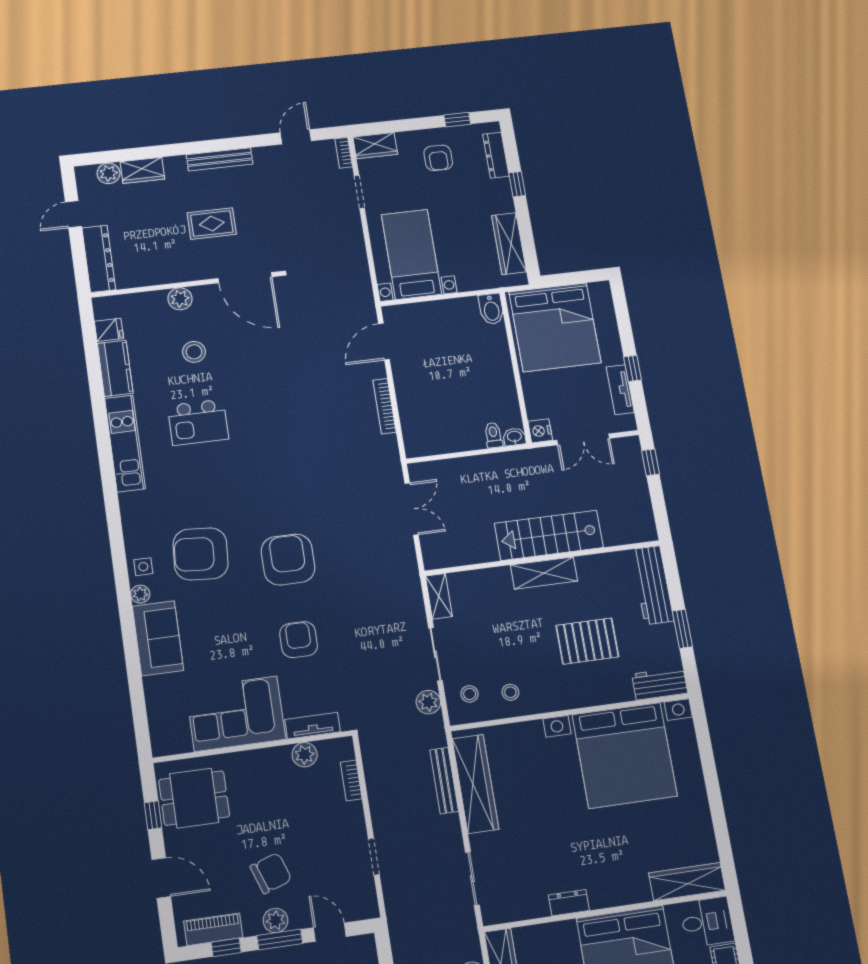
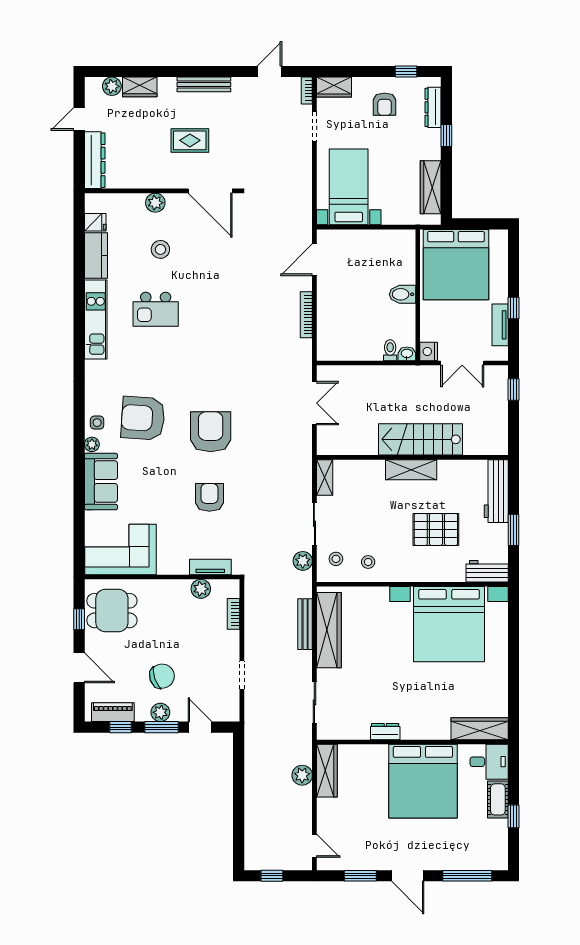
bidet: (491, 309) -> (402, 294), moved, turned 90
corner sofa: (236, 714) -> (121, 549), moved

